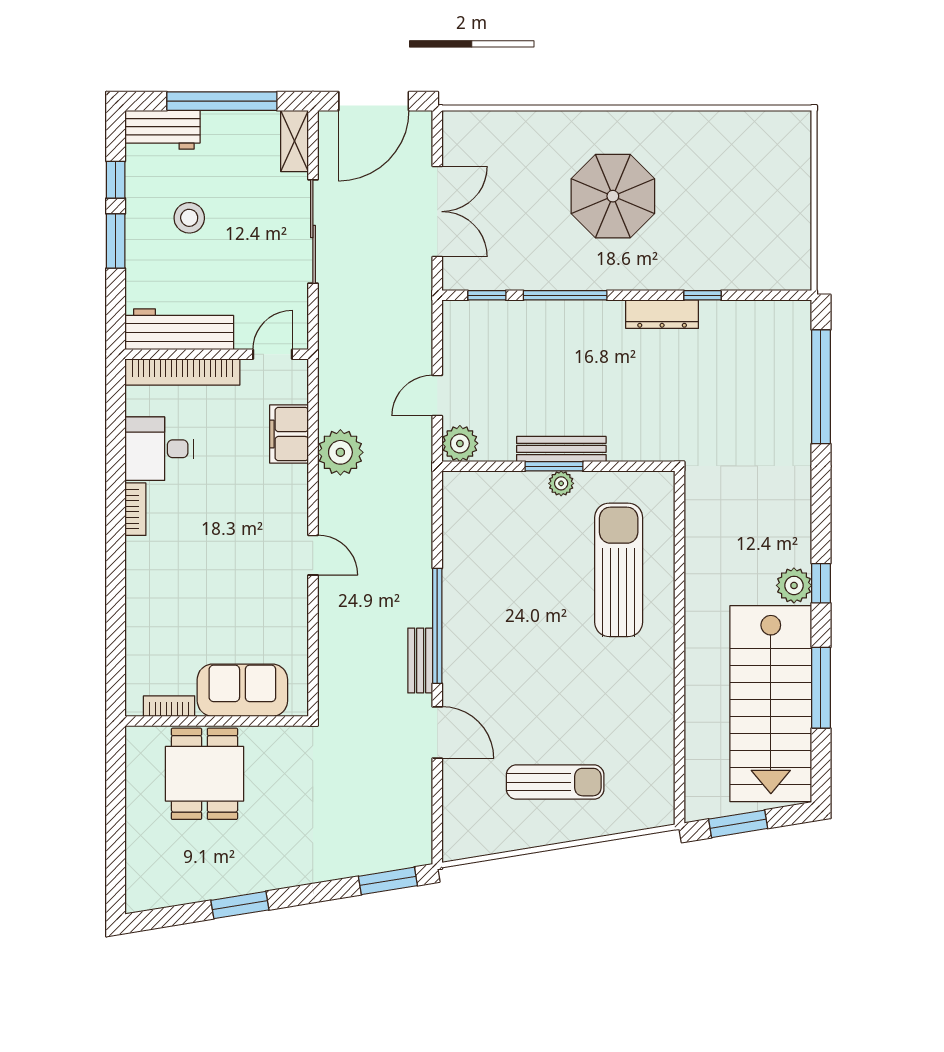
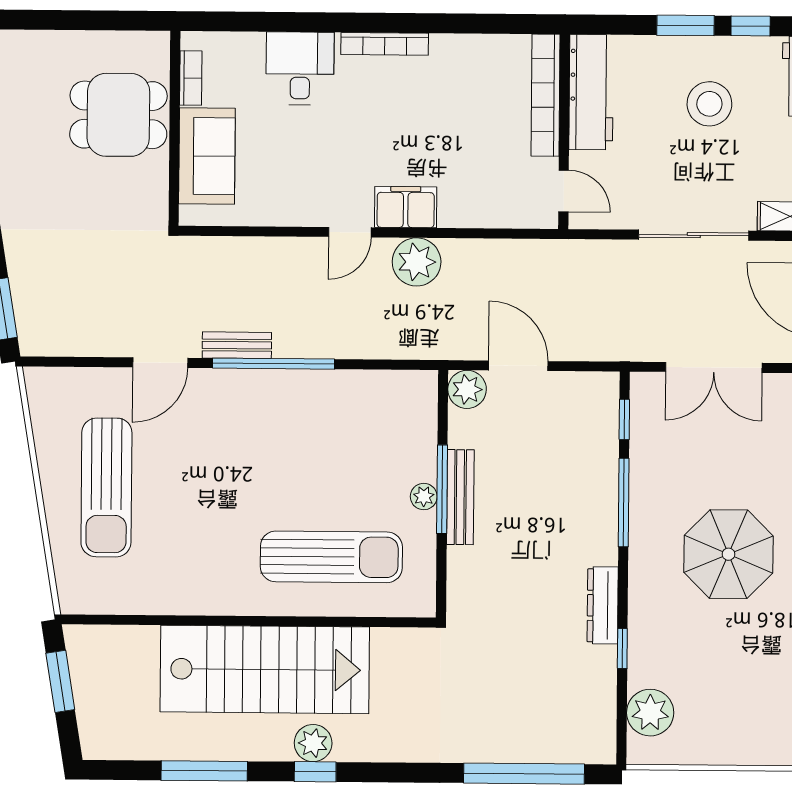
stool: (189, 218) -> (709, 104), width x1.38, depth x1.38
plant: (762, 269) -> (650, 713), added
door: (437, 395) -> (518, 366), width x1.38
filing cabinet: (289, 434) -> (406, 207), moved
desk: (159, 449) -> (300, 68), moved
plant: (340, 452) -> (417, 262), moved
window: (554, 466) -> (442, 489), width x1.44
bookcase: (135, 509) -> (385, 44), width x1.56
stairs: (771, 704) -> (265, 669), moved, turned 180
sun lounger: (555, 782) -> (106, 487), width x1.36, depth x1.34

